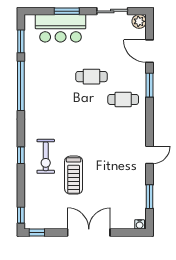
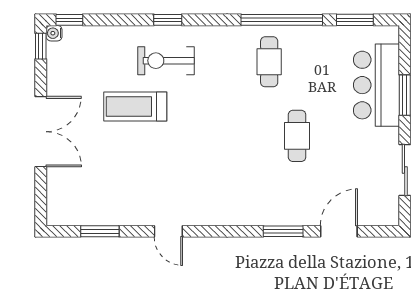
plant: (139, 21) -> (388, 214), removed
cafe table: (123, 99) -> (269, 62), moved
water cooler: (140, 224) -> (54, 33), moved

